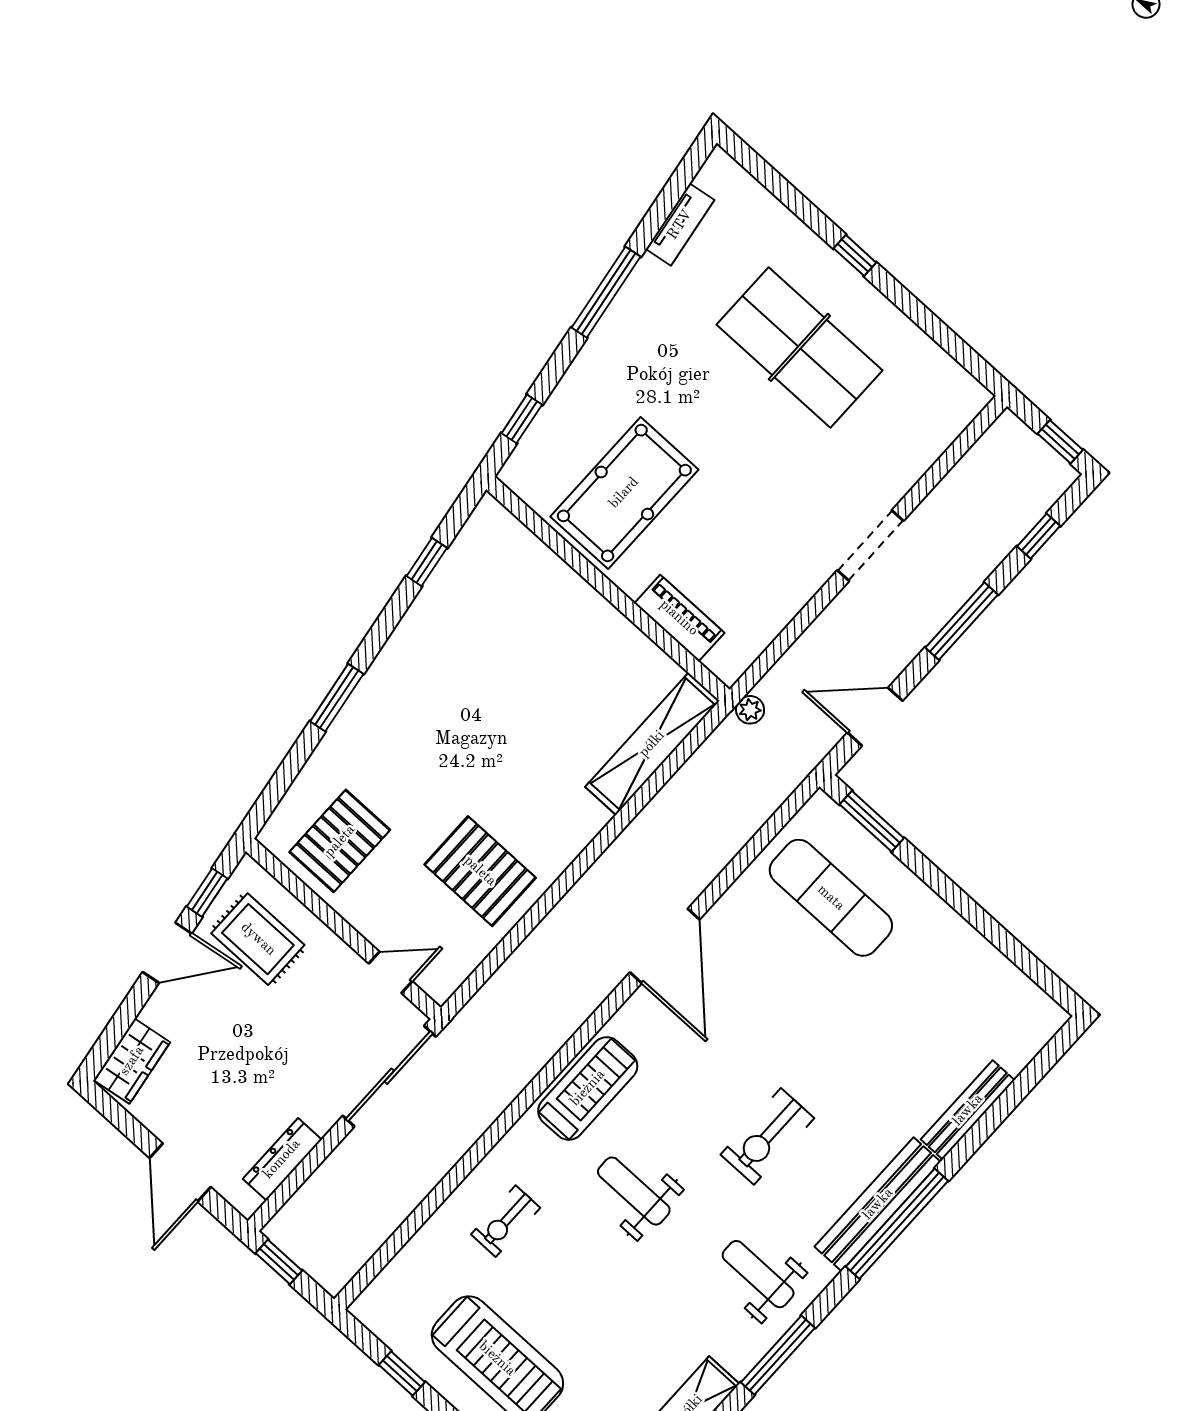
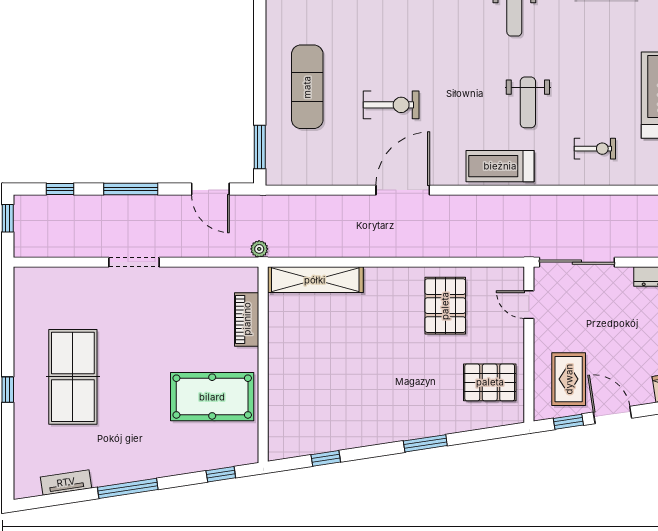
exercise mat: (831, 898) -> (307, 87), moved
exercise bike: (767, 1136) -> (391, 105), moved

